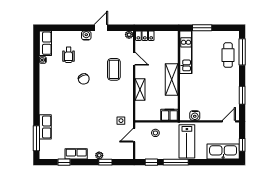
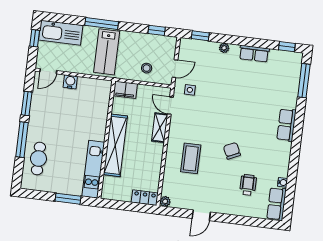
water cooler: (86, 35) -> (221, 208), removed
window: (242, 52) -> (22, 140), moved
door: (134, 59) -> (170, 106), moved
shelving: (172, 79) -> (115, 145), width x1.47
water cooler: (195, 115) -> (70, 82), moved
row of seats: (45, 127) -> (287, 125), moved
lab bench: (187, 141) -> (107, 52), turned 180
window: (64, 162) -> (287, 47), moved
window: (105, 162) -> (200, 36), moved
window: (176, 162) -> (102, 24), moved

